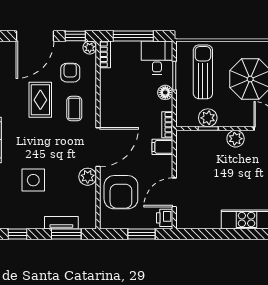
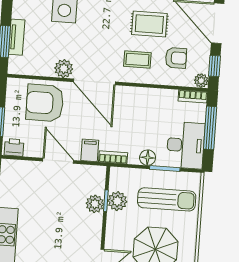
desk: (157, 58) -> (186, 145), width x1.37
plant: (236, 139) -> (95, 204), moved
door: (174, 192) -> (58, 161), moved

